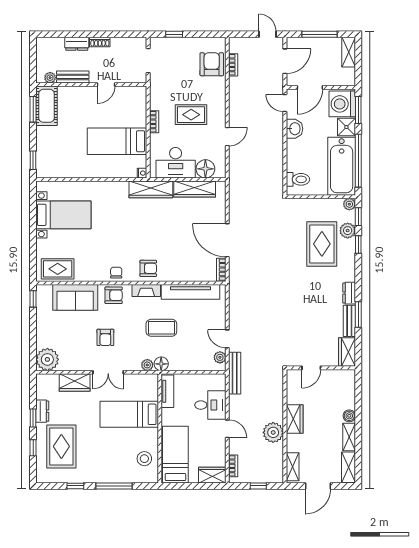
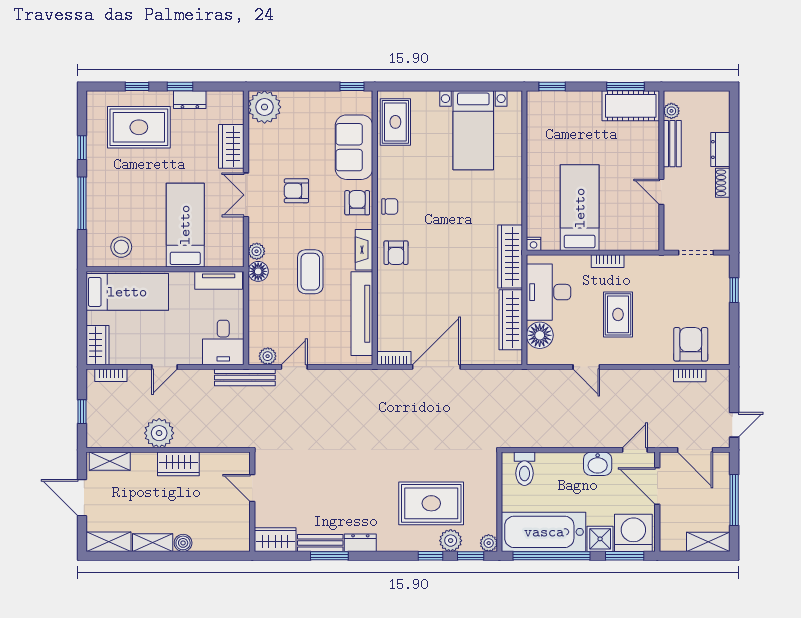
armchair: (212, 64) -> (691, 344), turned -90
armchair: (114, 295) -> (357, 203), turned 180
desk: (210, 405) -> (223, 342), moved

